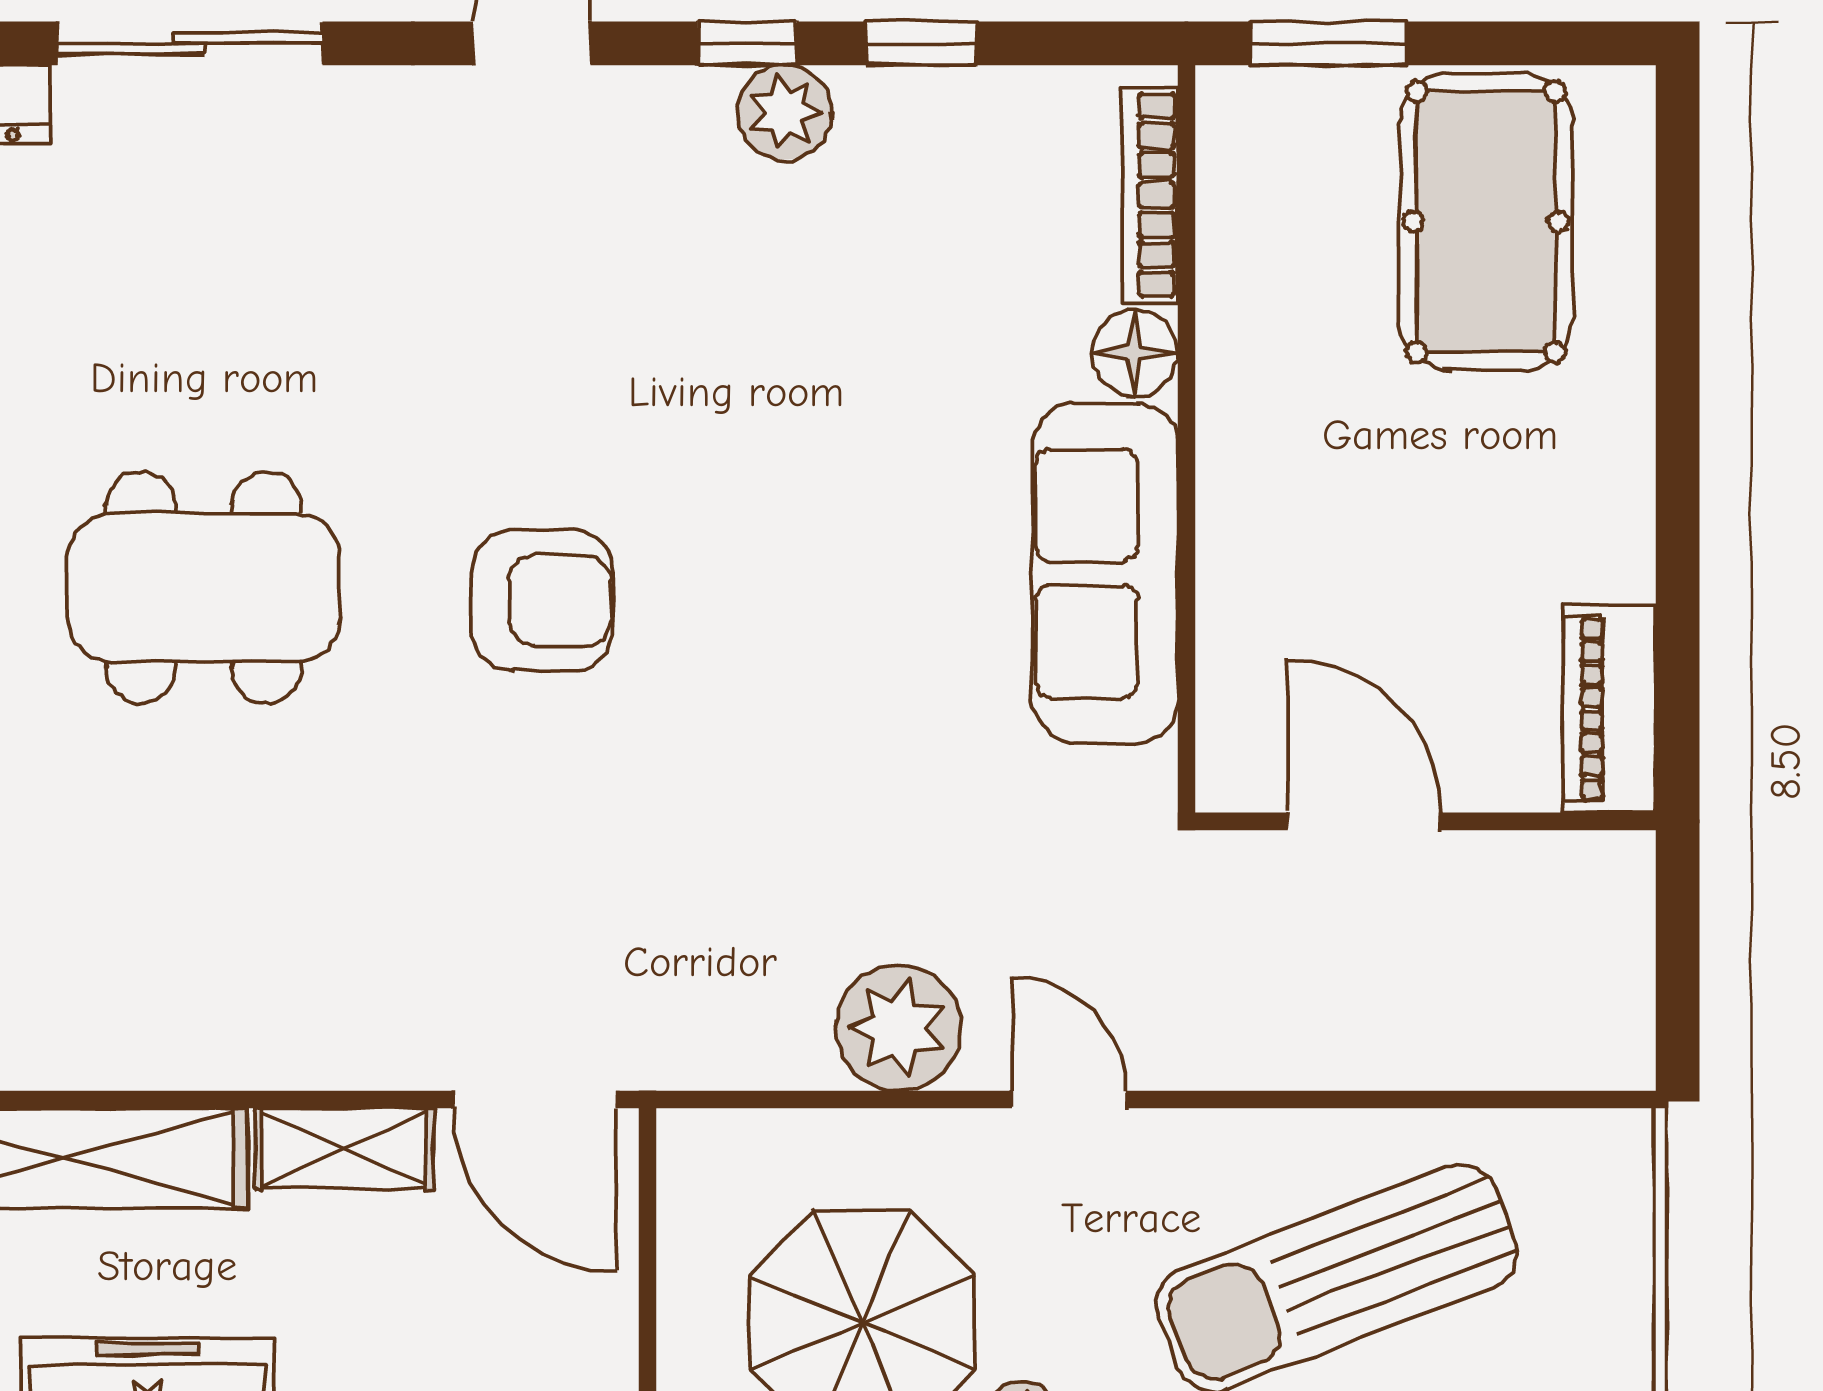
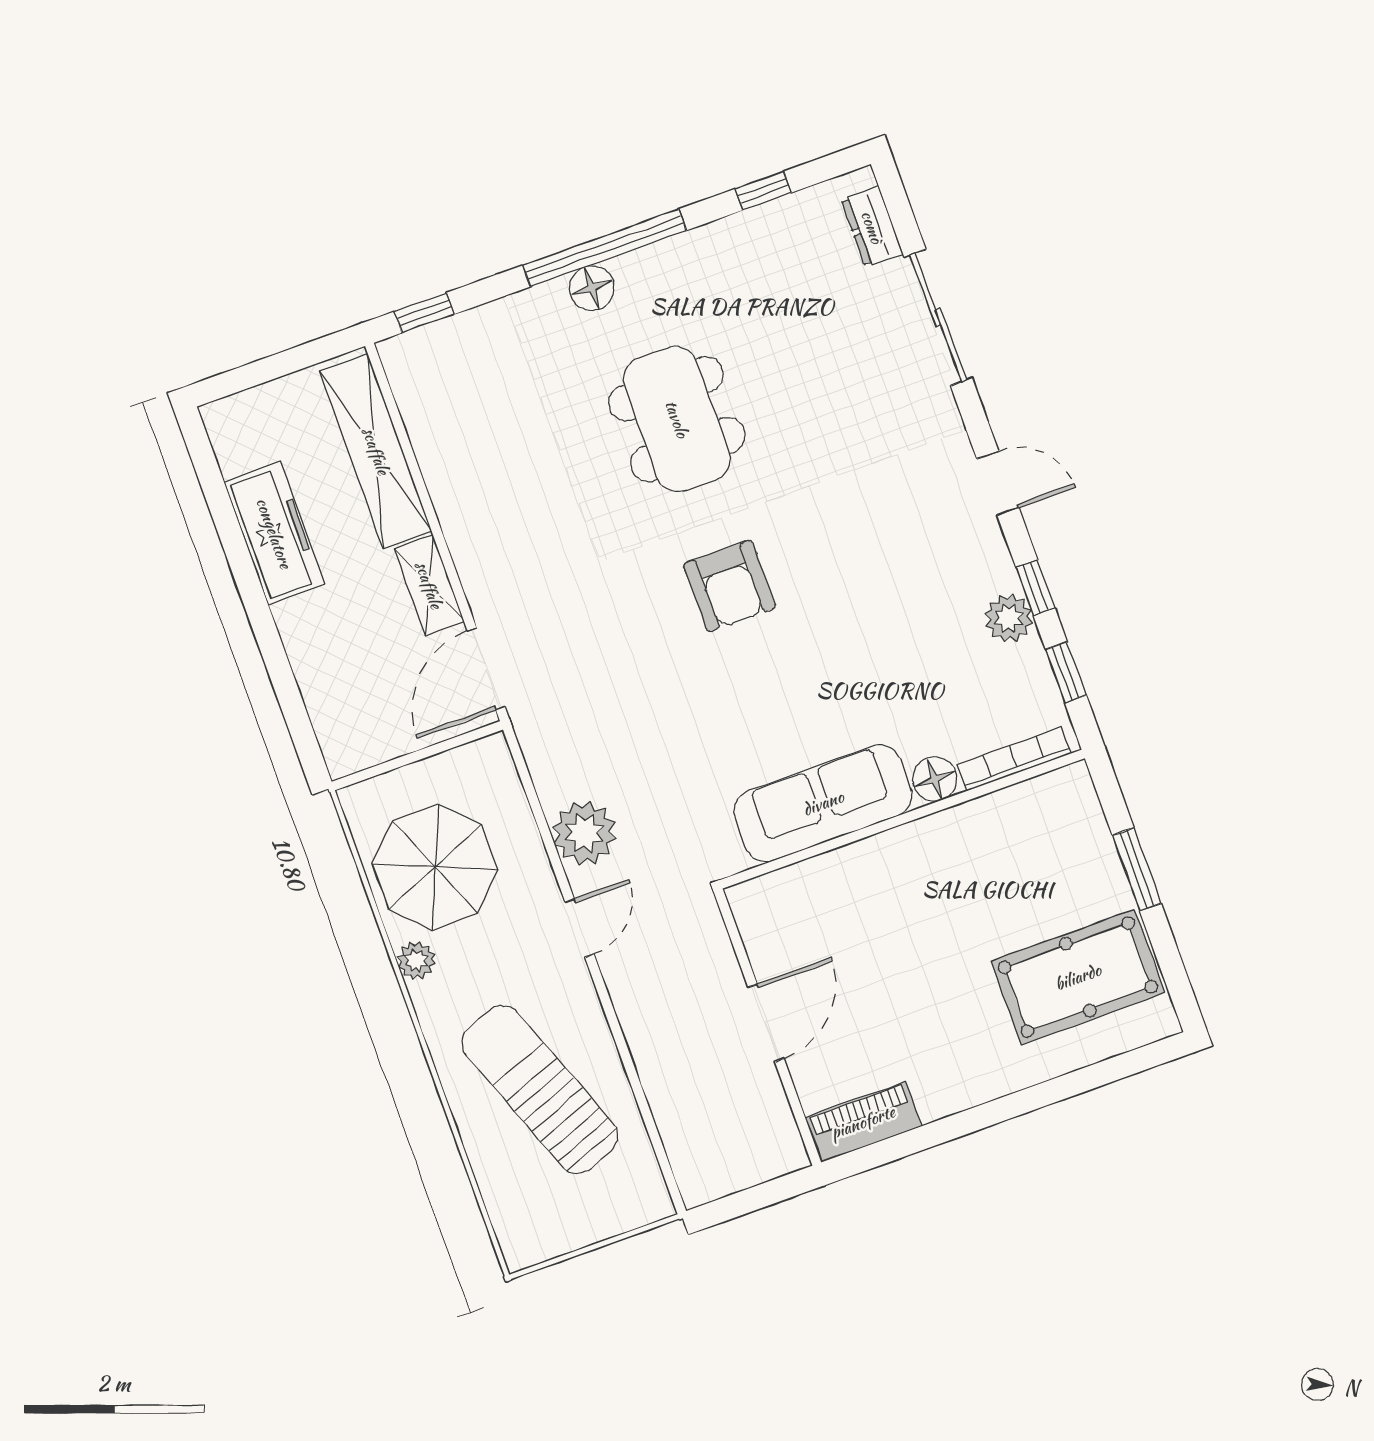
bookcase: (1150, 195) -> (1014, 759), moved
floor lamp: (1135, 353) -> (935, 779), moved
wall: (1186, 439) -> (902, 819), moved
sofa: (1105, 573) -> (823, 803), moved

